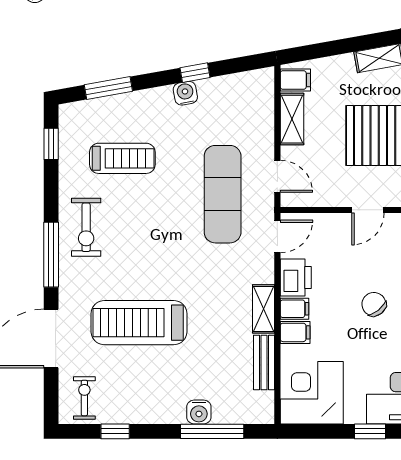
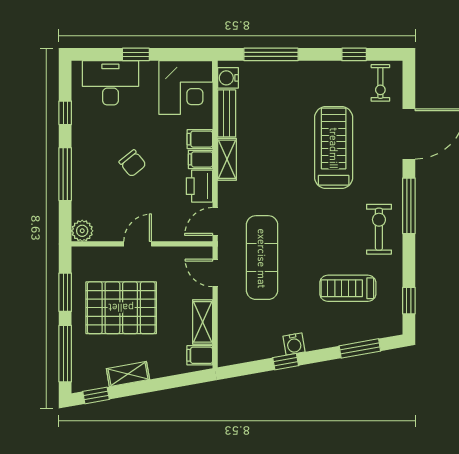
treadmill: (139, 323) -> (334, 148), turned -90
water cooler: (199, 412) -> (228, 78), moved, turned -90

